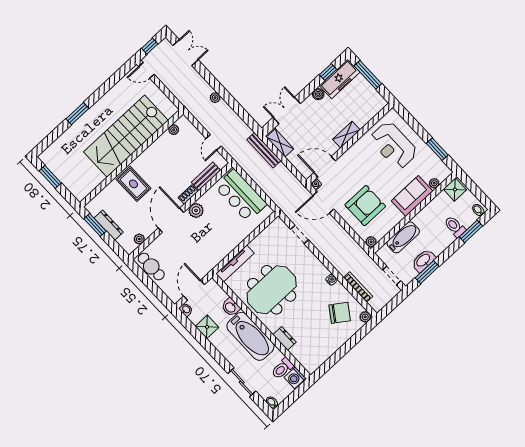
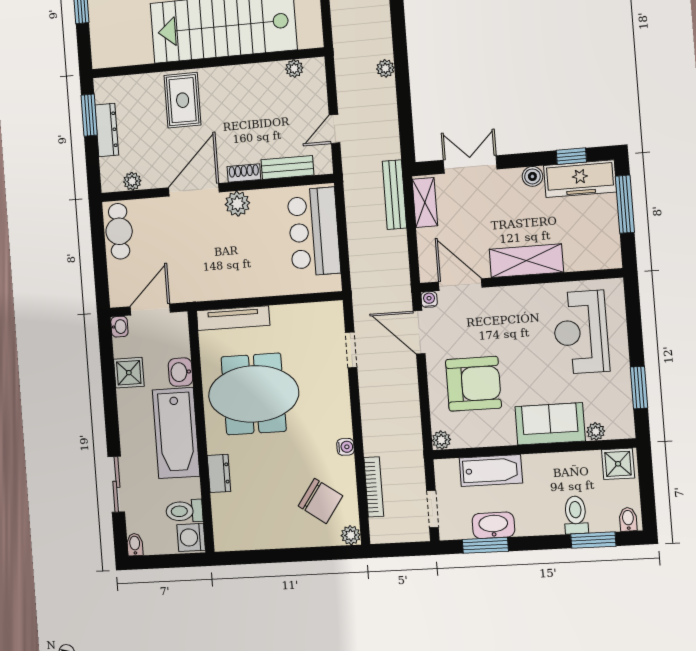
shelving: (346, 135) -> (526, 261), width x1.50, depth x1.33

